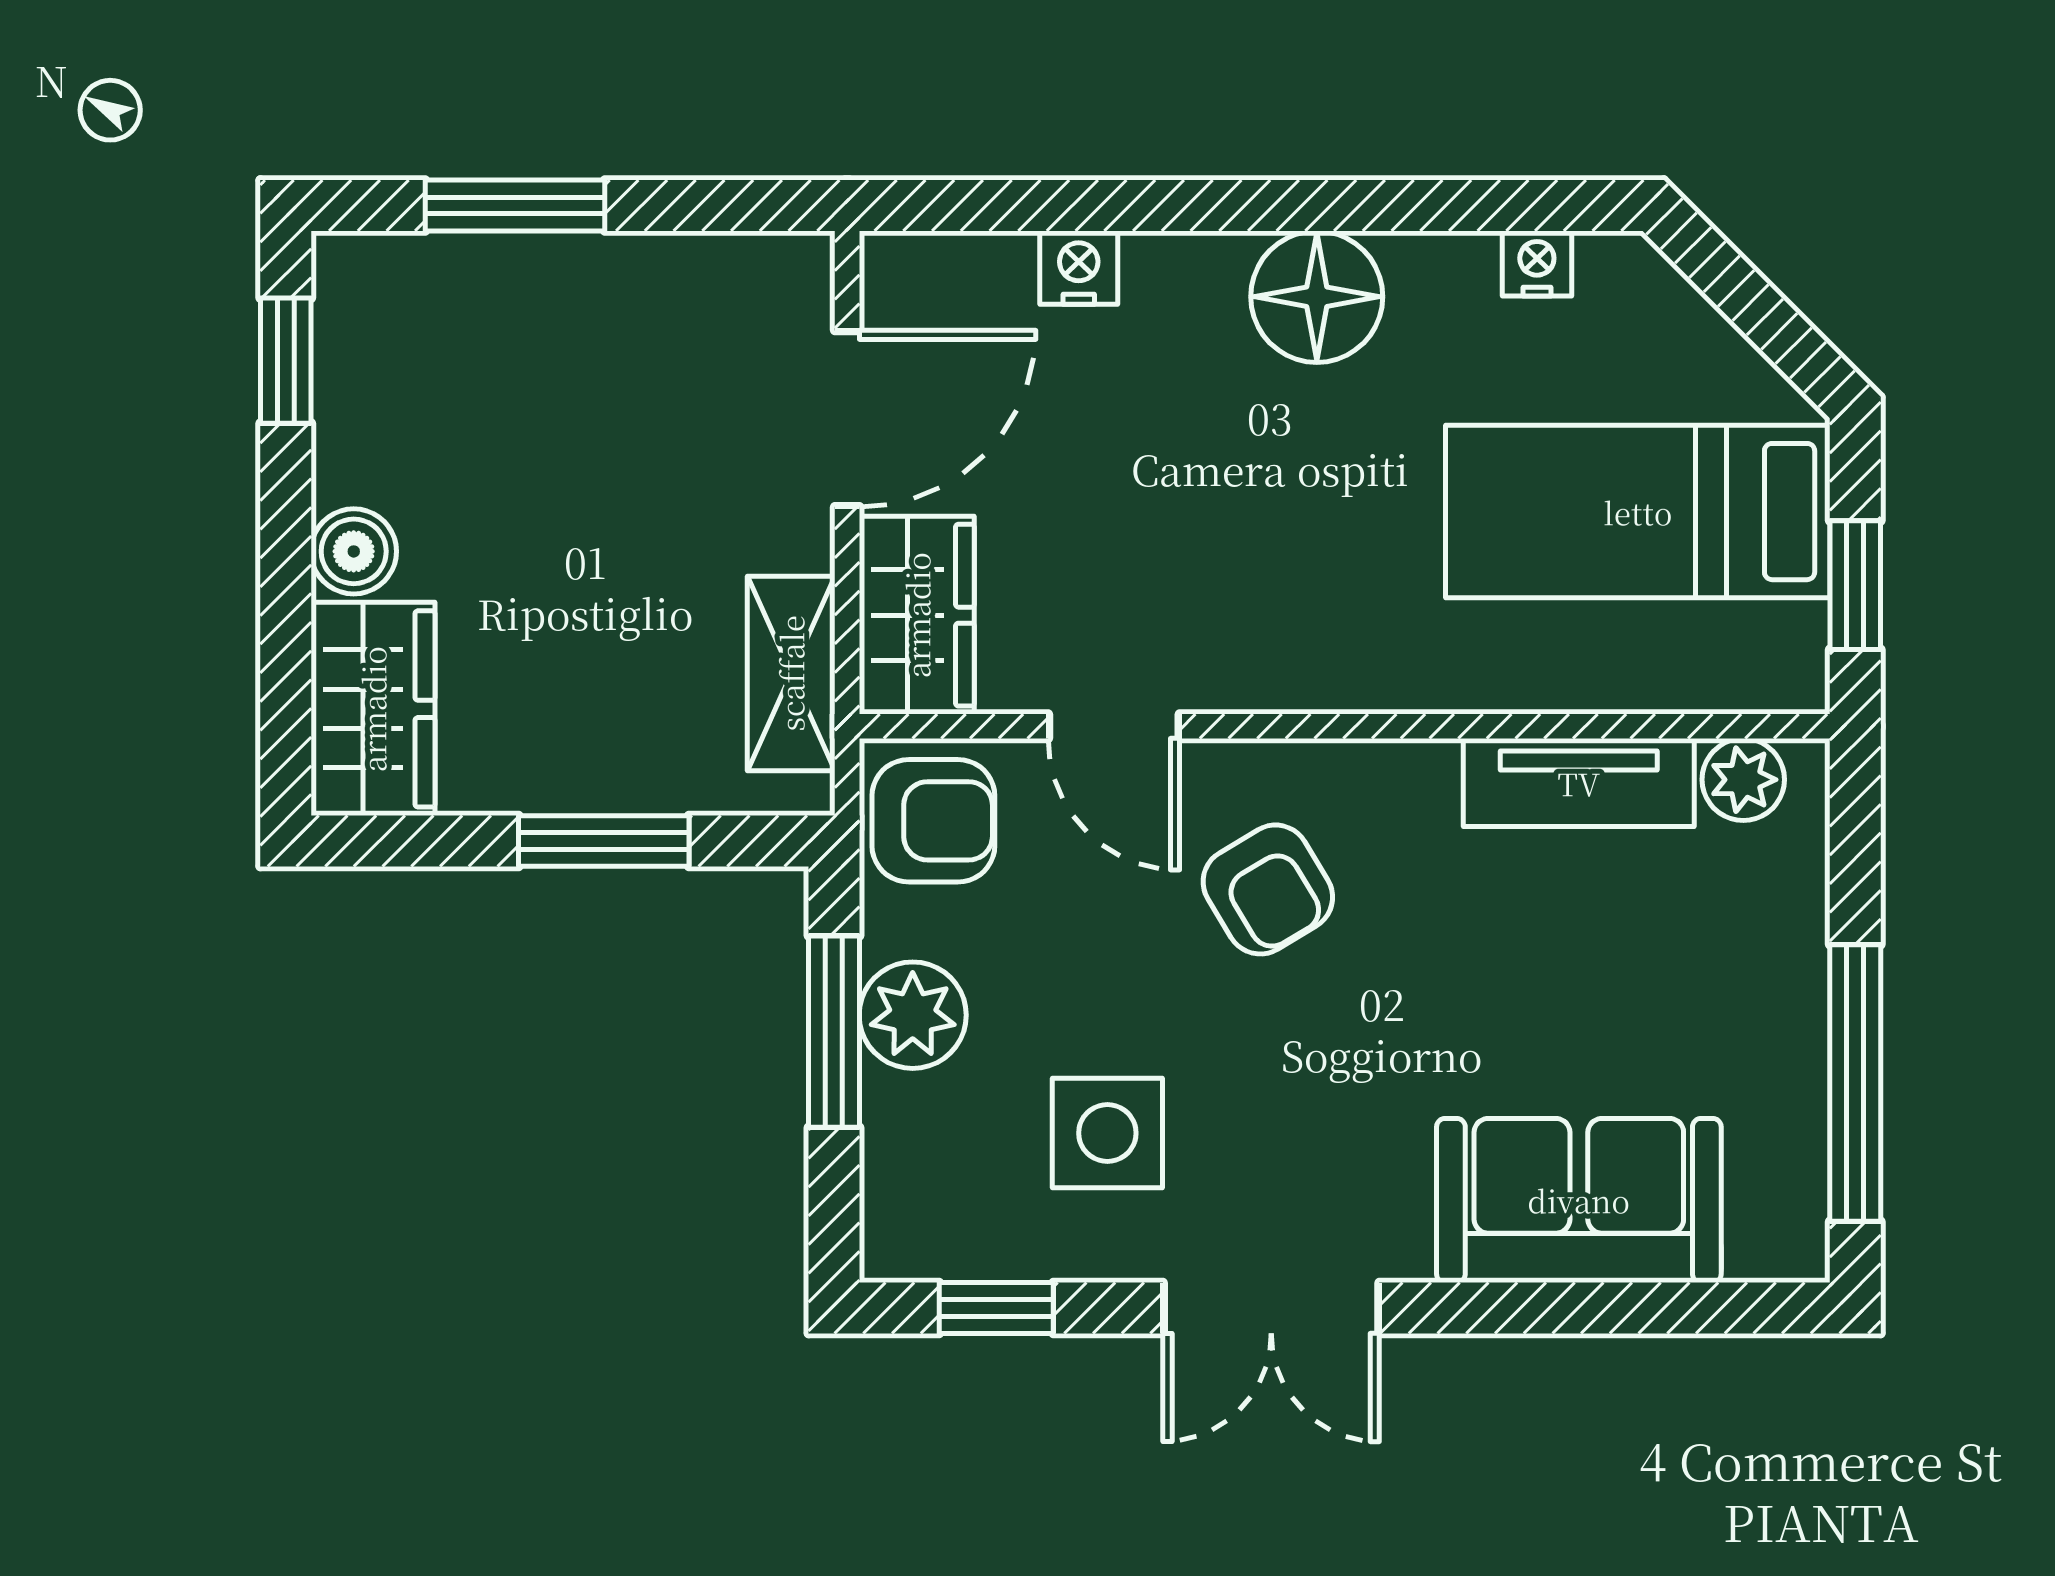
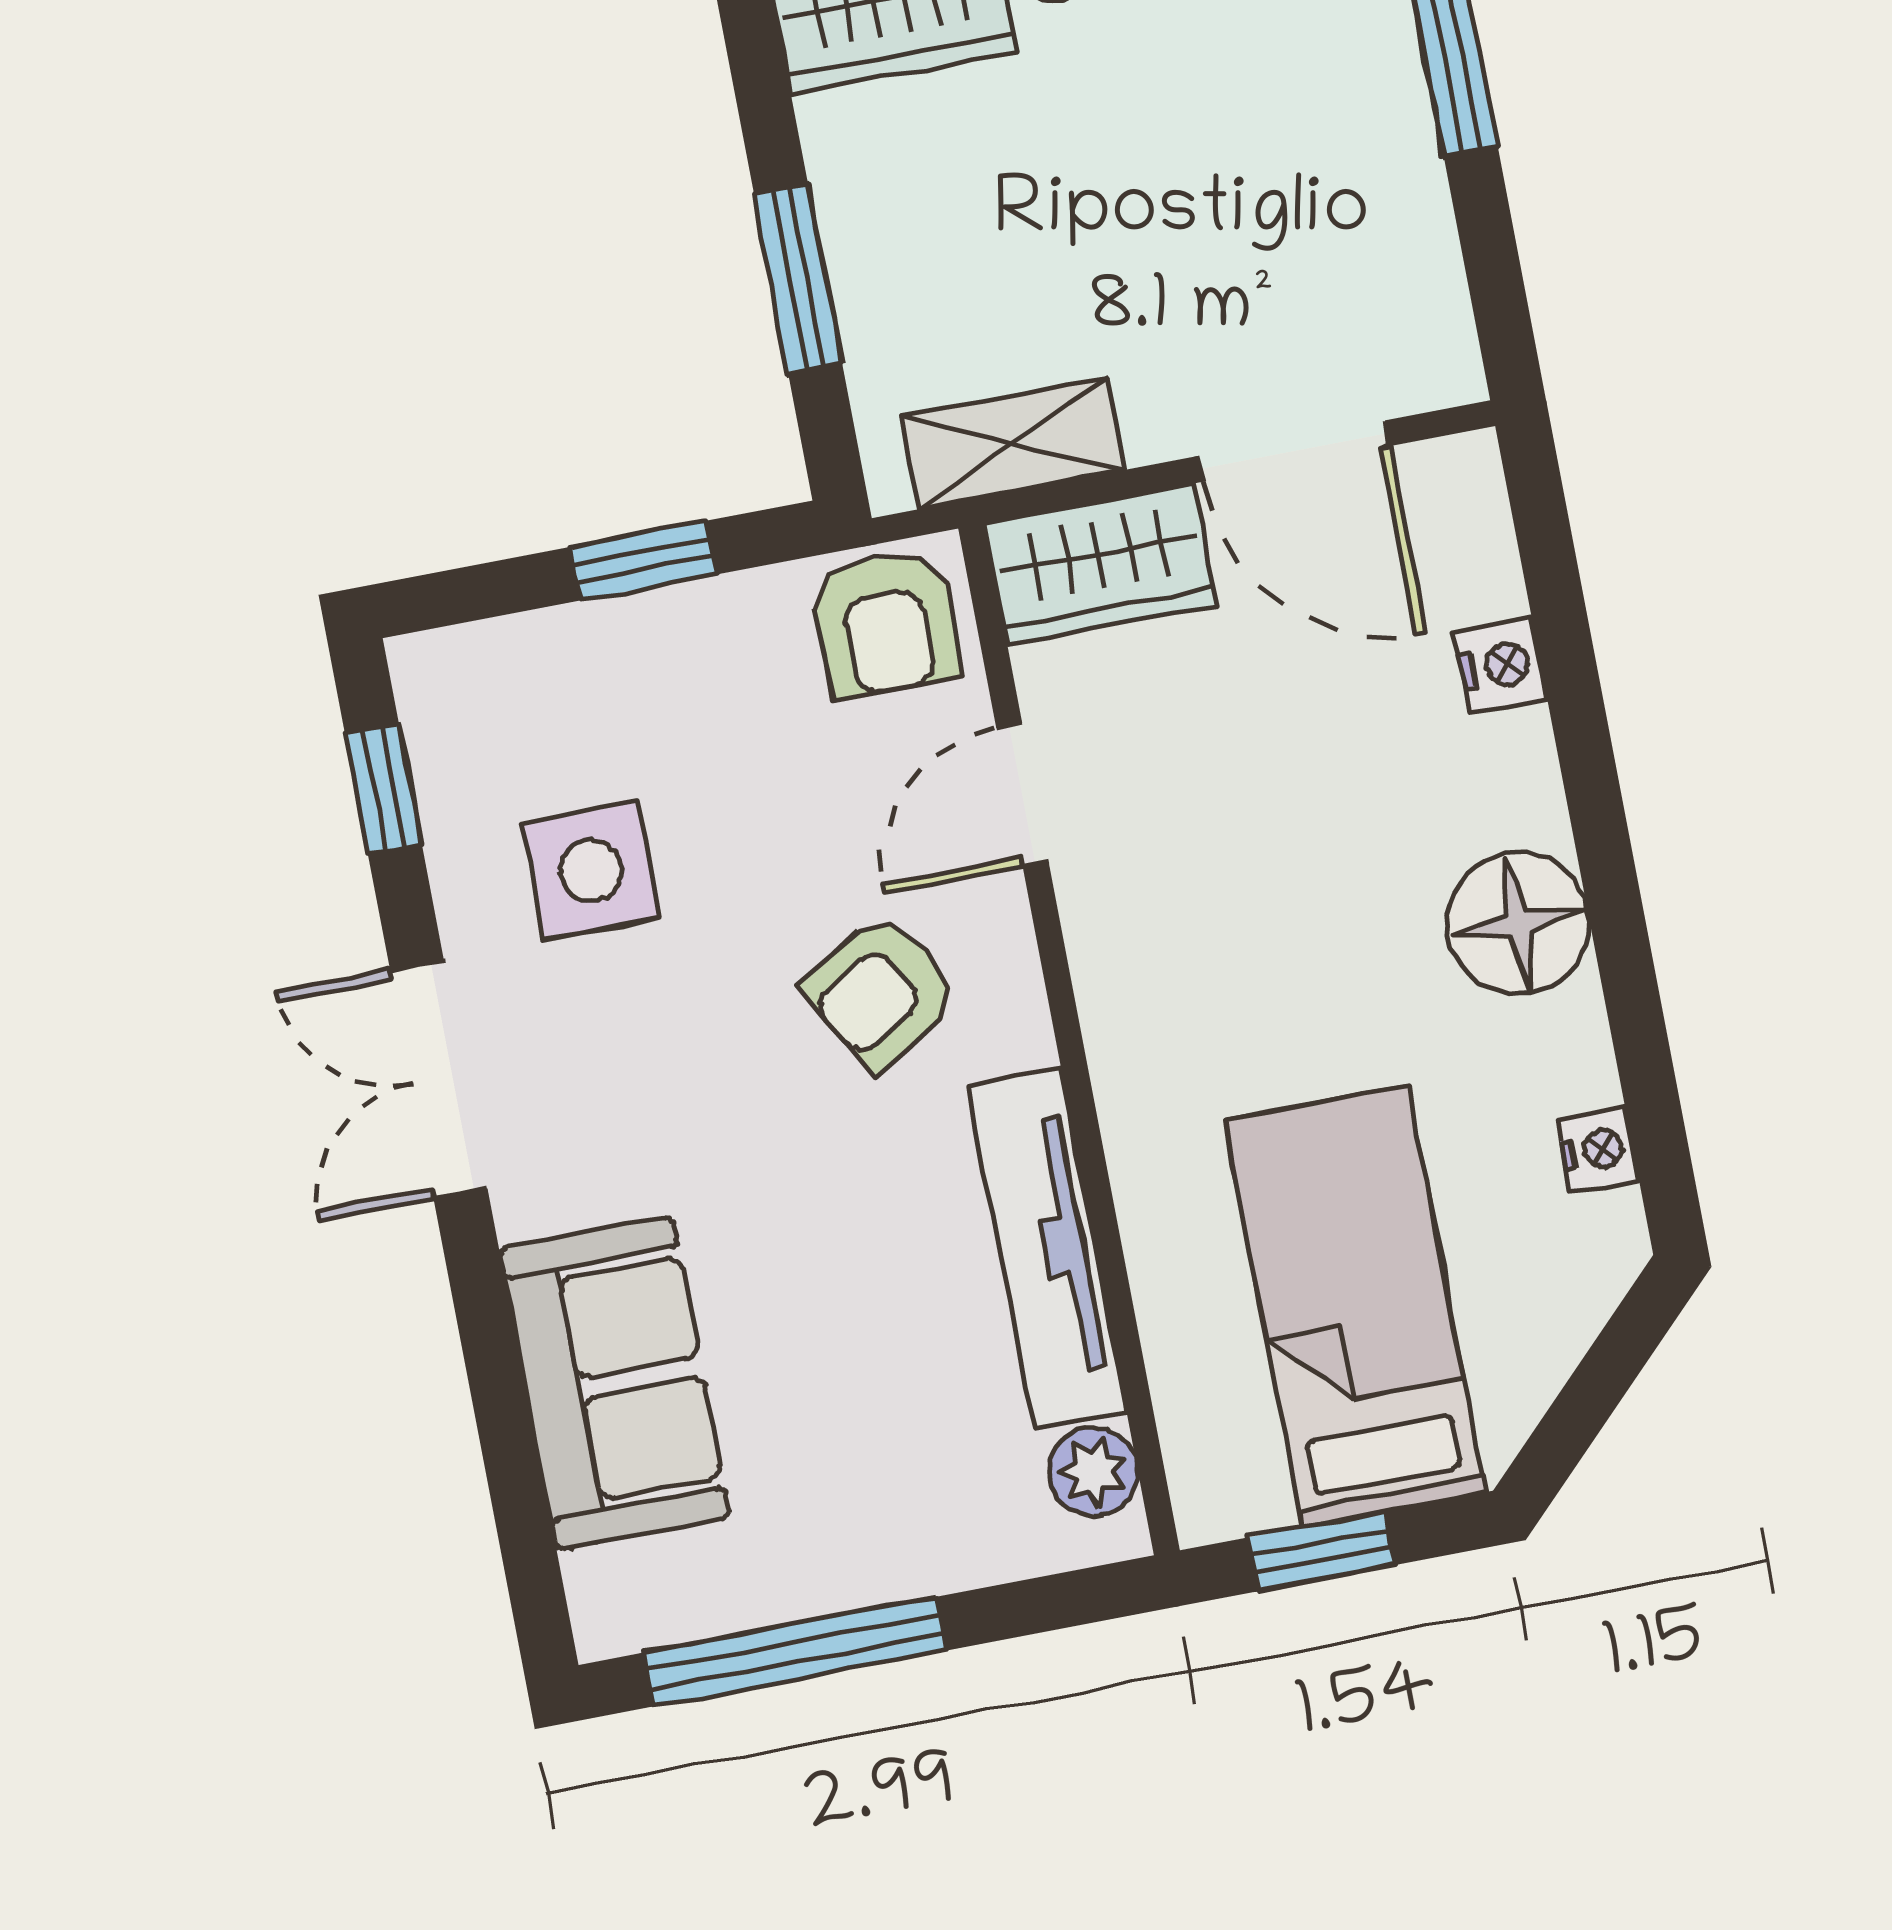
tv unit: (1579, 783) -> (1047, 1249), width x1.41
plant: (913, 1015) -> (676, 641), removed
window: (834, 1032) -> (643, 561), width x0.67

